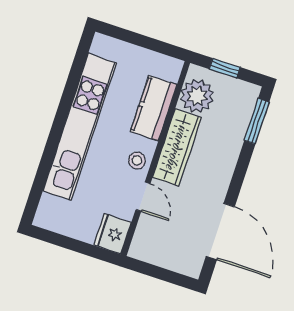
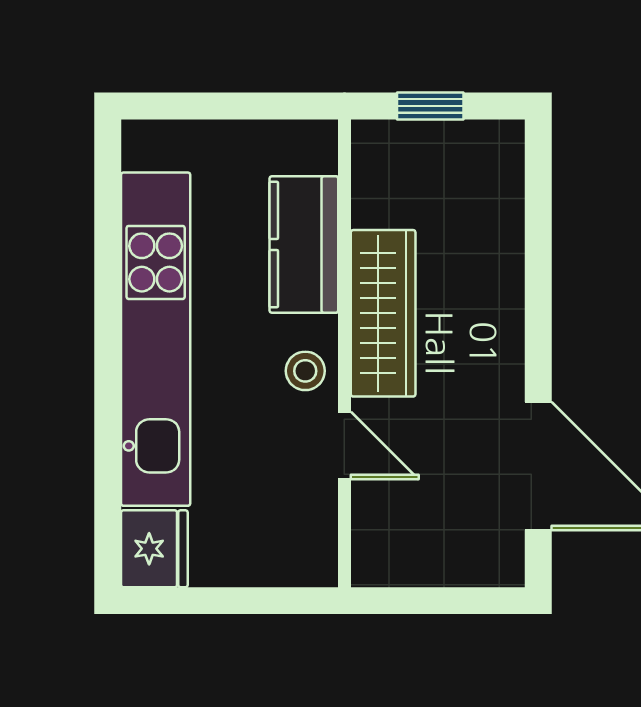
plant: (197, 96) -> (390, 187), removed
window: (257, 121) -> (538, 199), removed
fridge: (113, 234) -> (154, 549), moved, turned 180

